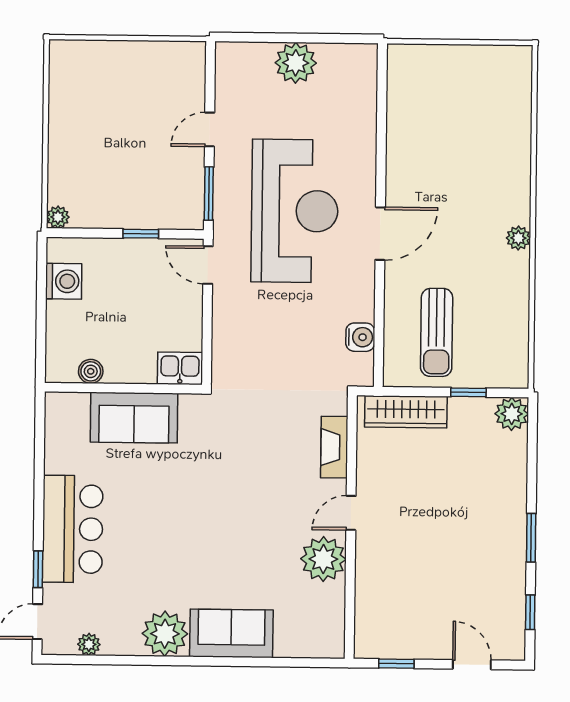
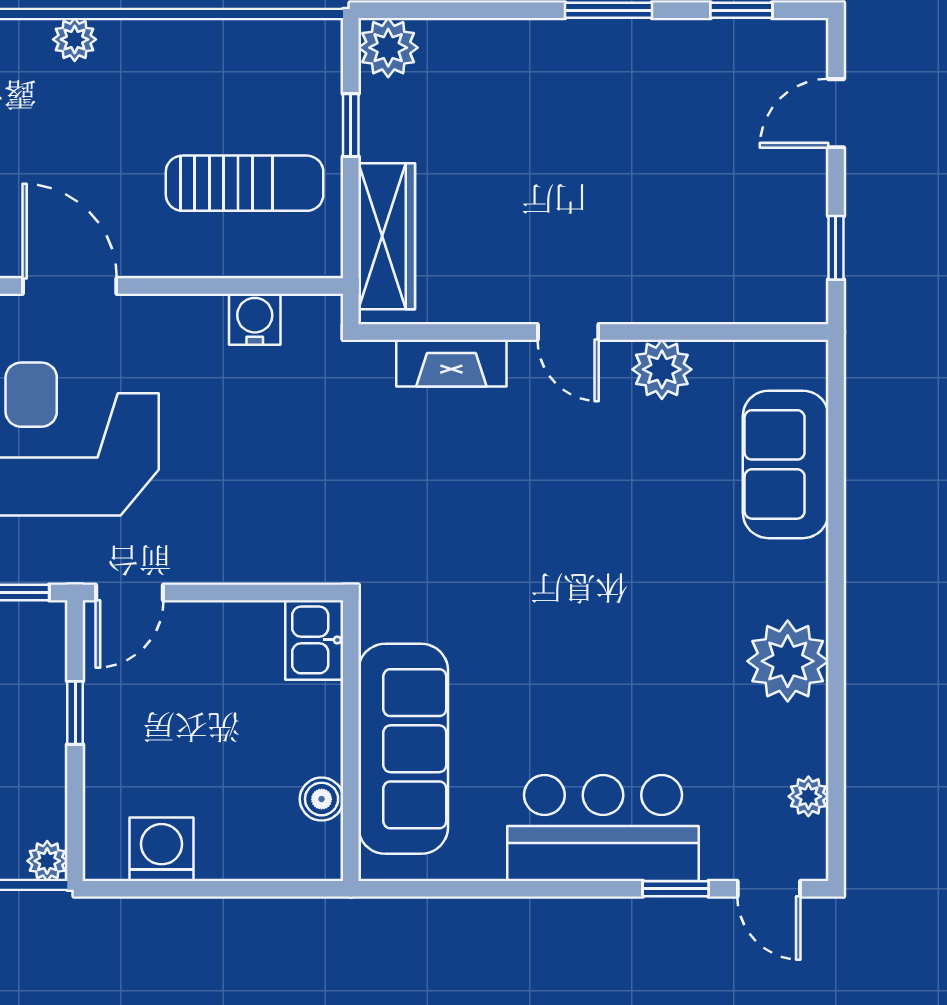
sofa: (134, 418) -> (403, 749), width x1.36
plant: (323, 559) -> (662, 369), width x0.73, depth x0.73
sofa: (231, 633) -> (786, 464), moved

